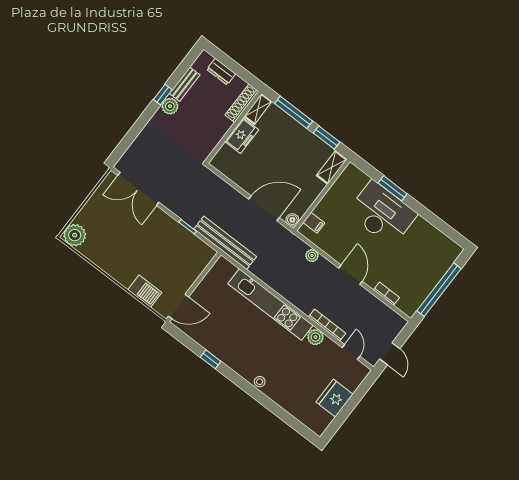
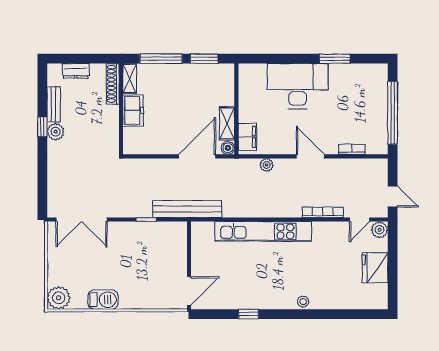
shelving: (332, 167) -> (227, 124), moved
window: (393, 188) -> (335, 59), moved
filing cabinet: (314, 223) -> (247, 137), width x2.00
barbecue: (145, 291) -> (103, 300), moved
plant: (315, 337) -> (380, 230), moved
door: (351, 352) -> (359, 220), swing flipped

